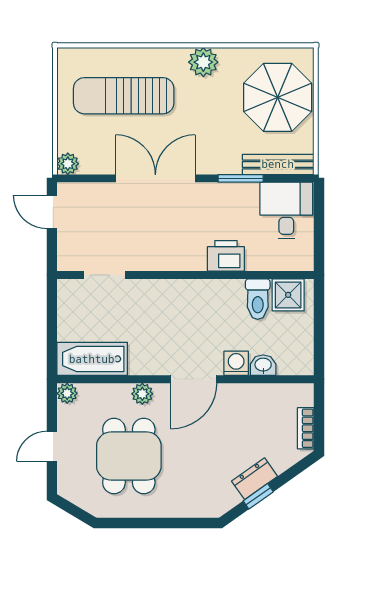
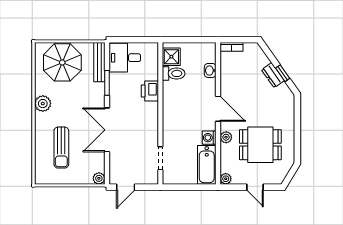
sun lounger: (124, 96) -> (61, 148), width x0.73, depth x0.75
washing machine: (236, 363) -> (209, 138), moved
bookcase: (306, 428) -> (231, 47), moved

